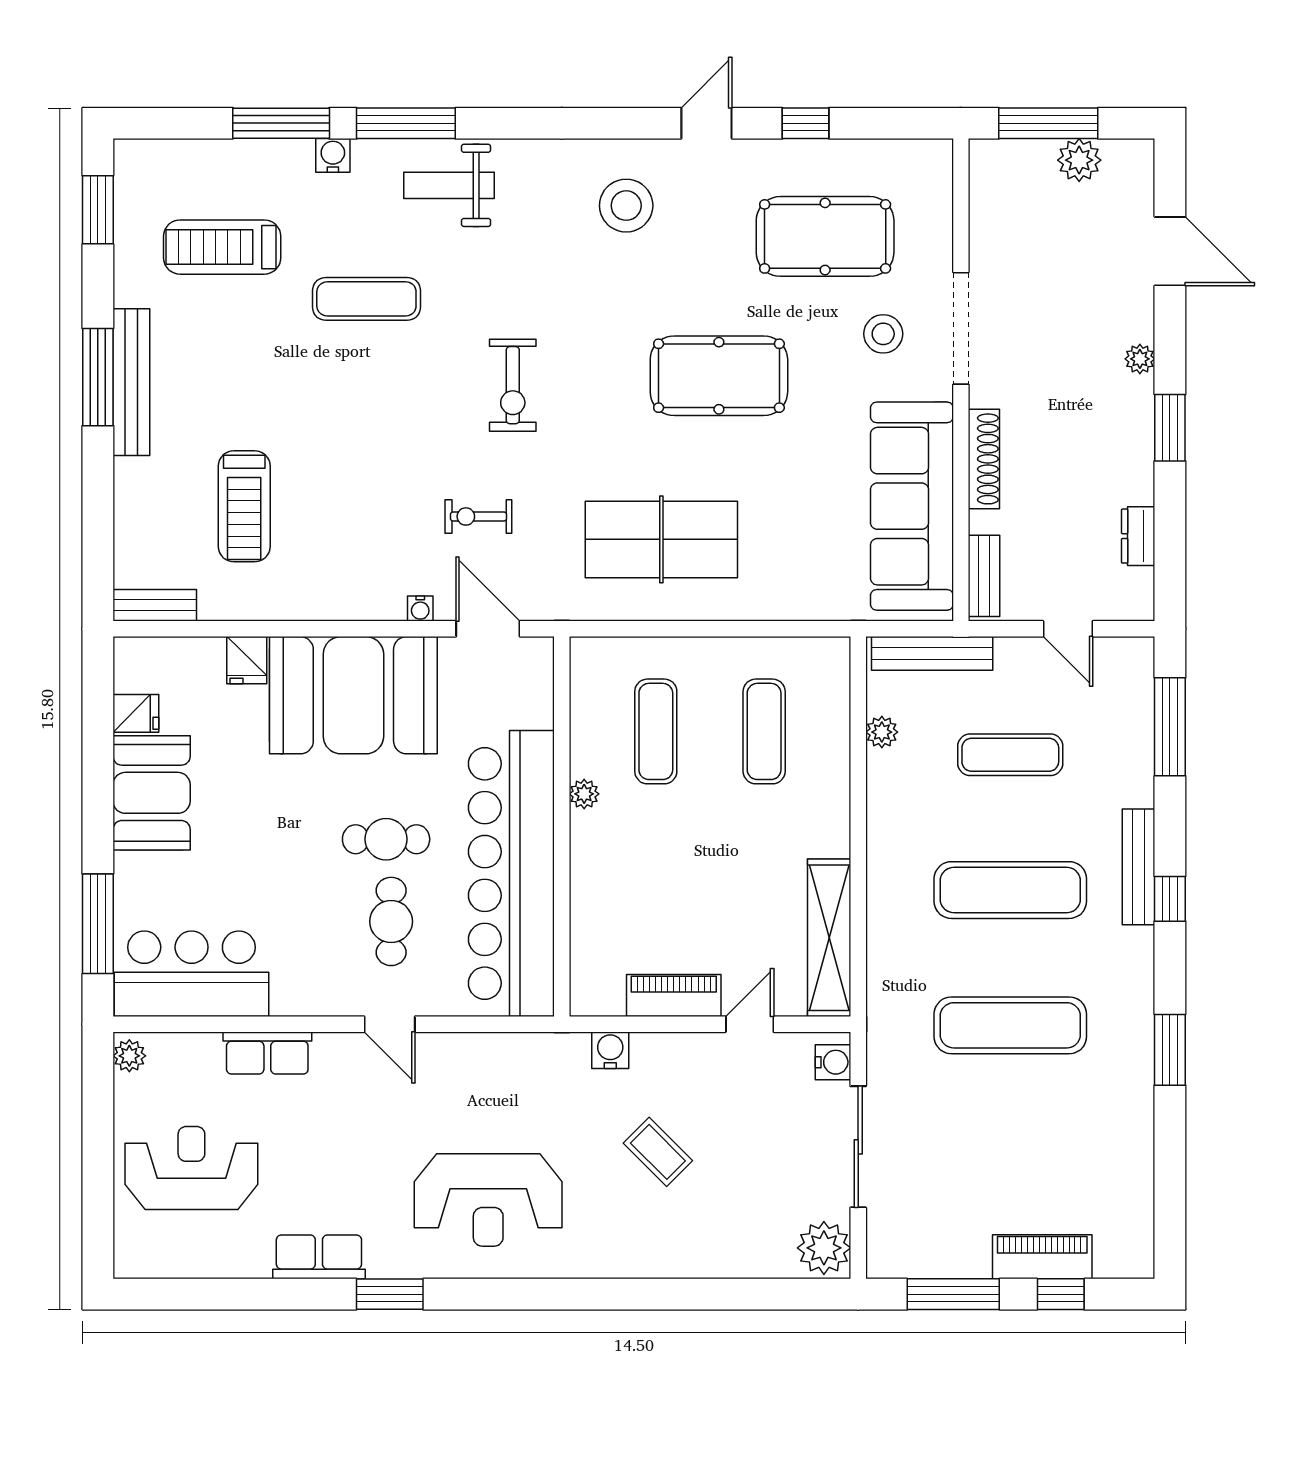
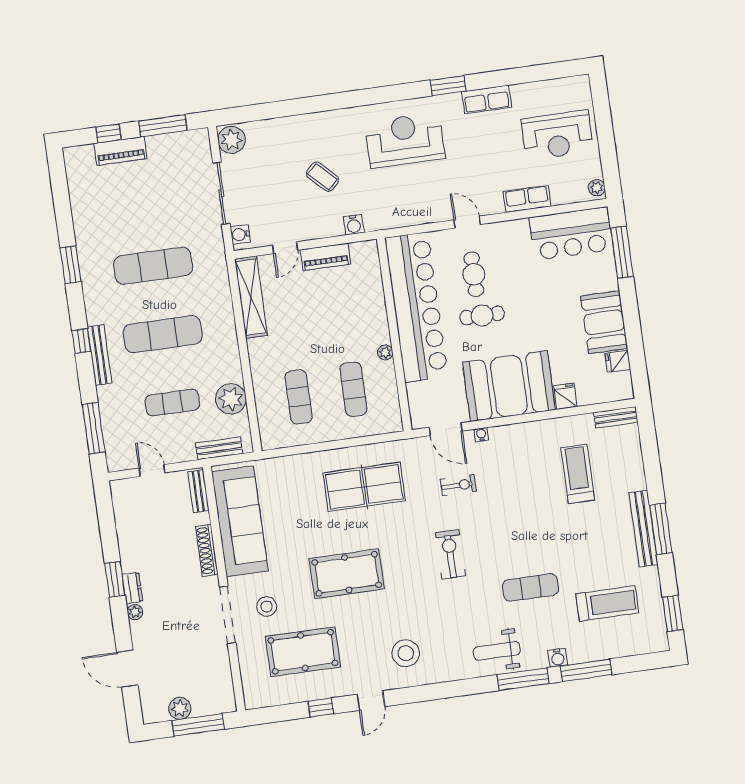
weight bench: (449, 185) -> (497, 651), turned 180
dresser: (1138, 536) -> (132, 588), moved
bench: (932, 653) -> (219, 448), width x0.73
plant: (882, 732) -> (231, 399), width x1.87, depth x1.87

